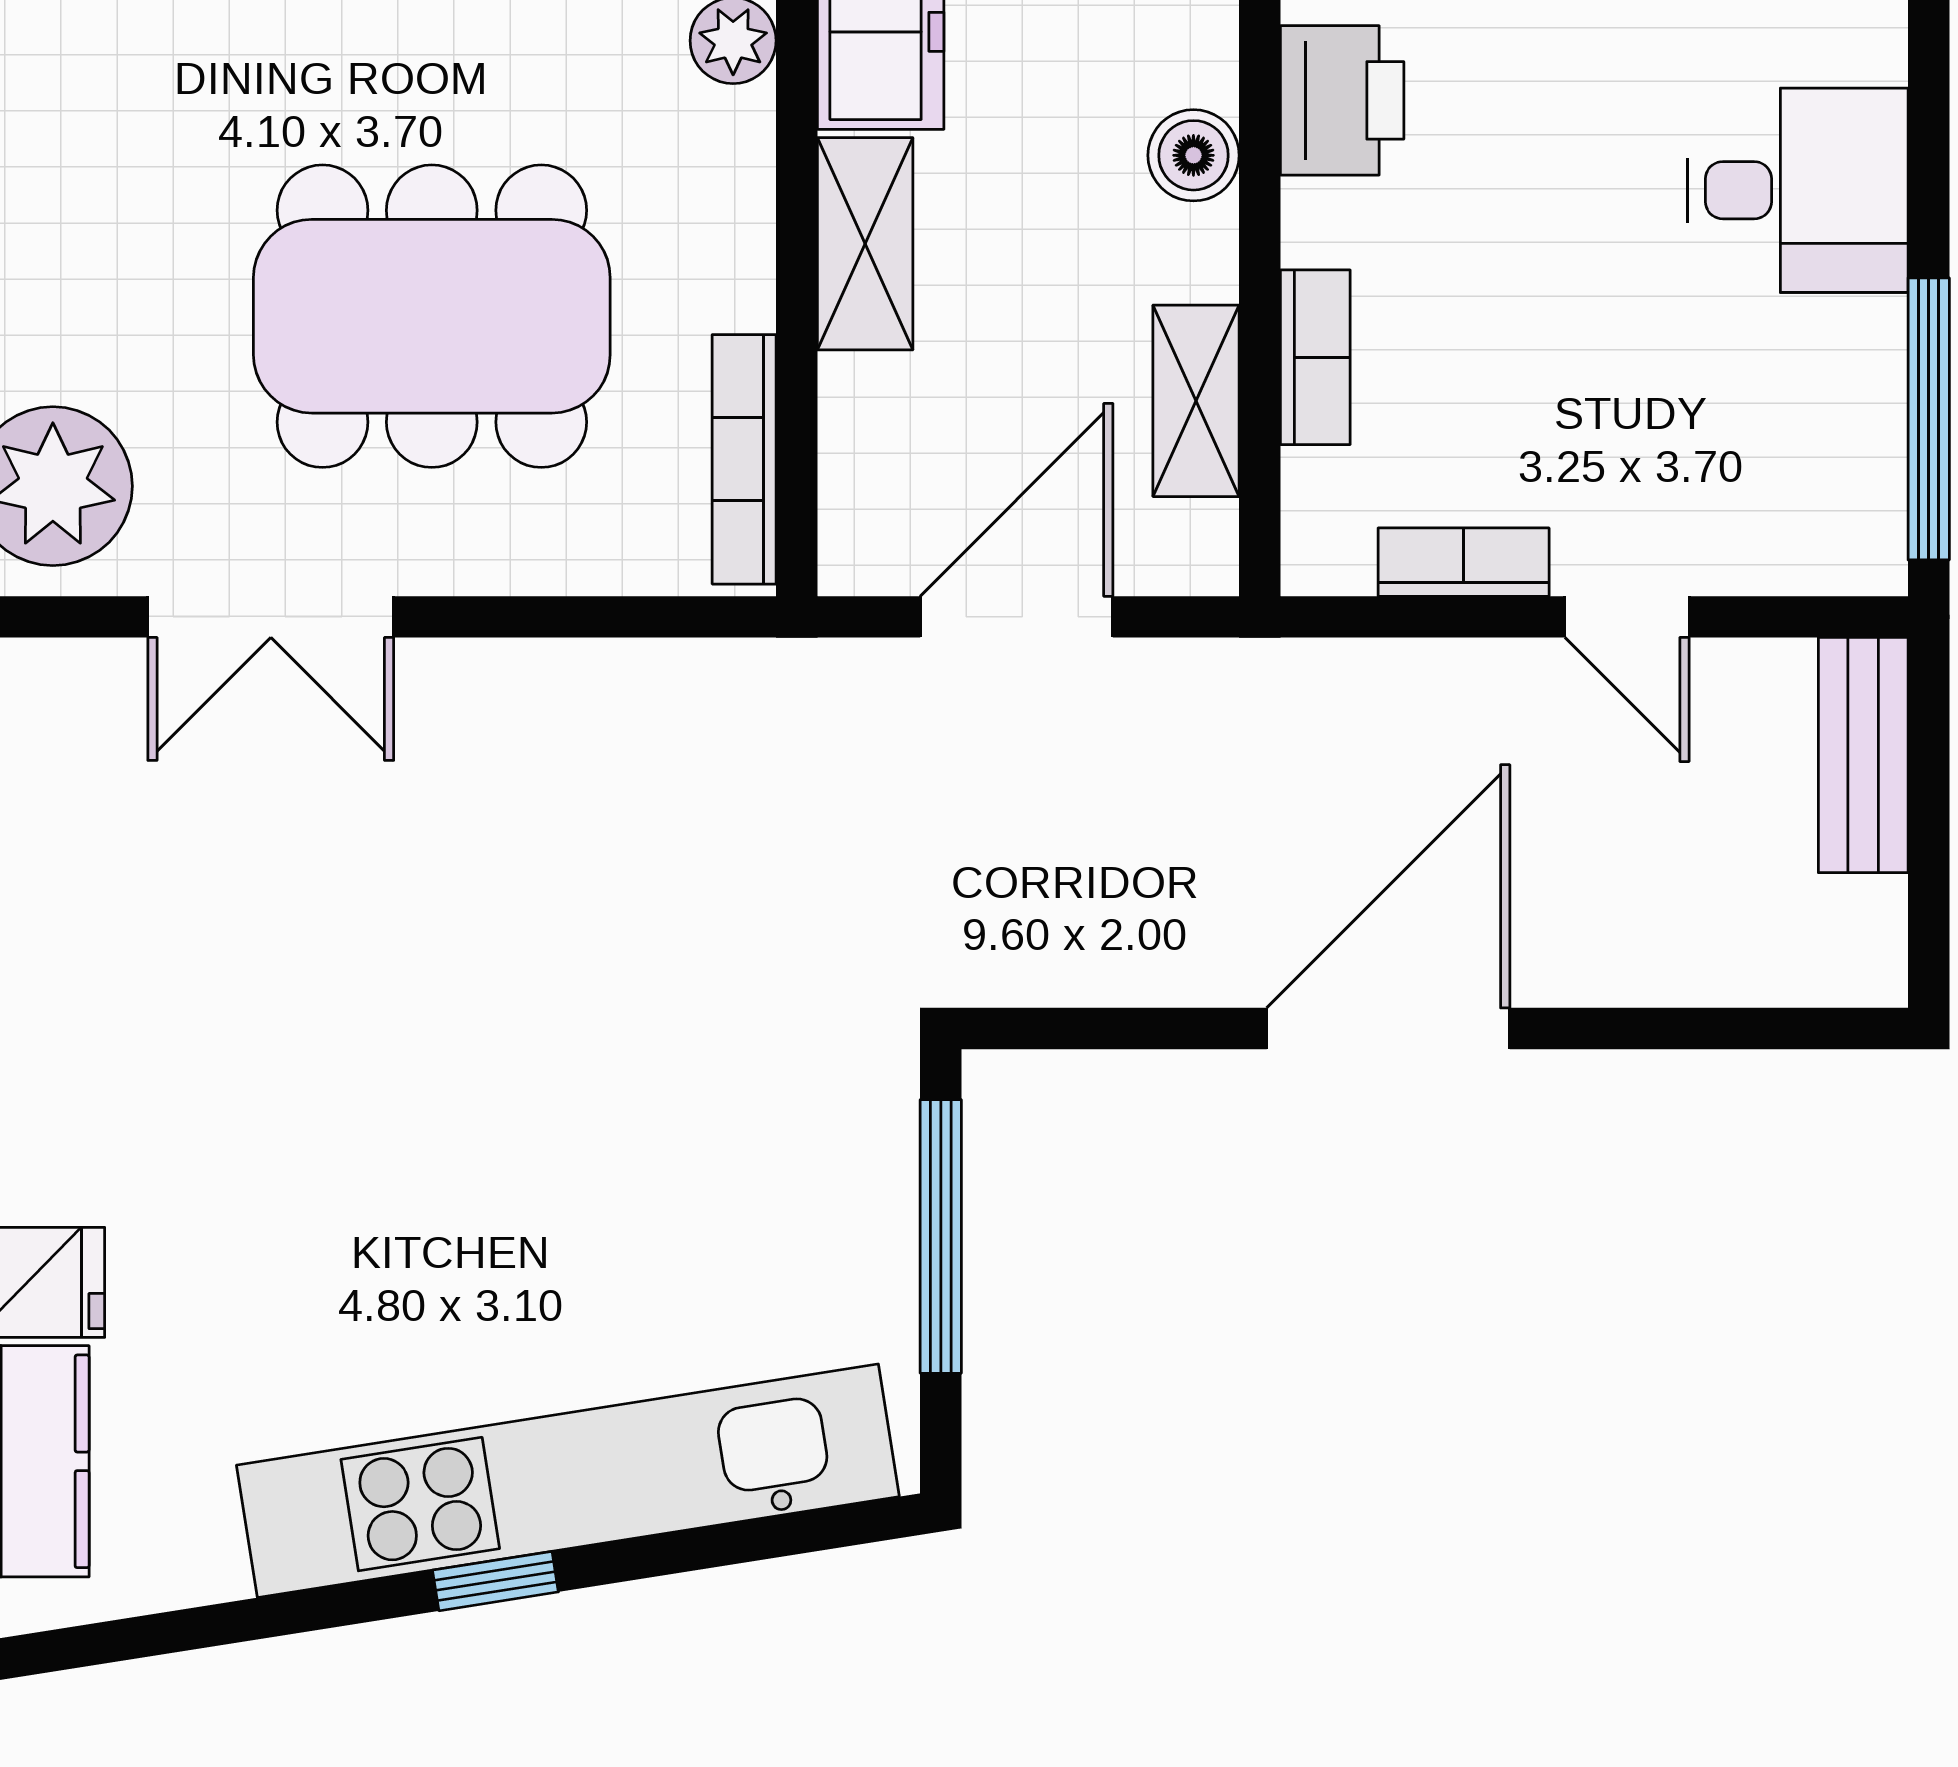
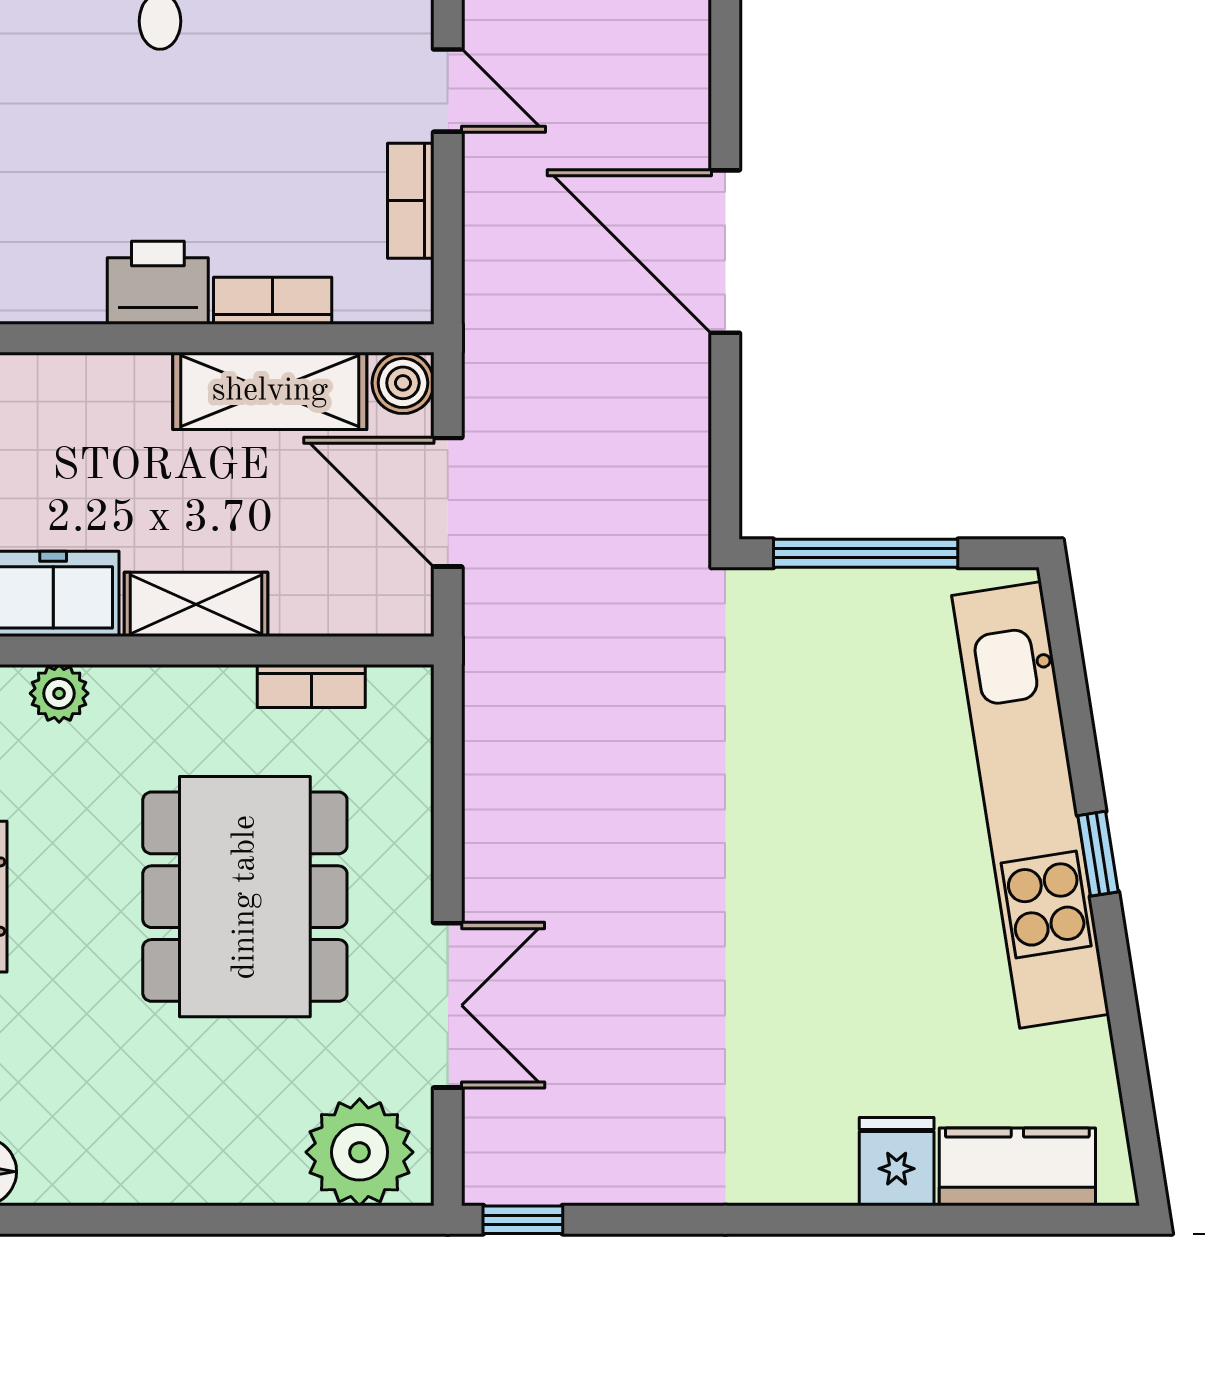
printer: (1342, 100) -> (158, 283), moved
boiler: (1193, 155) -> (403, 383), moved
shelving: (1196, 401) -> (270, 391), width x1.50, depth x1.33
bookcase: (744, 459) -> (311, 686), width x0.64
door: (1627, 617) -> (448, 91), hinge flipped

